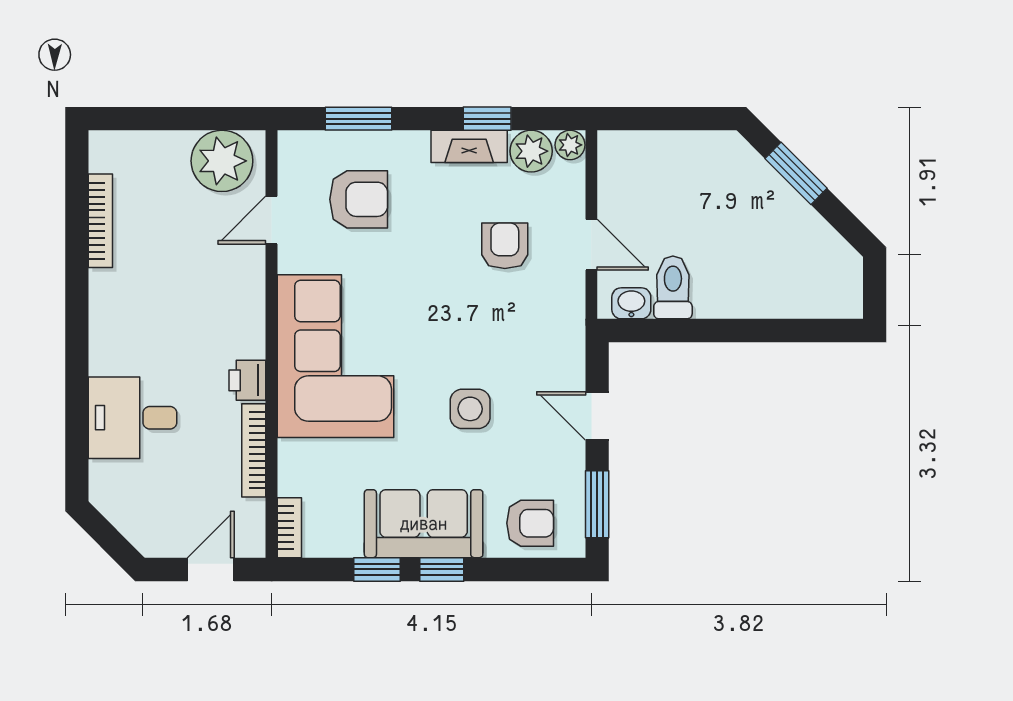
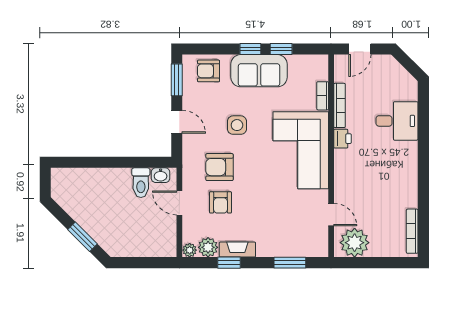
armchair: (359, 199) -> (220, 167), moved
door: (272, 220) -> (331, 215), hinge flipped
bookcase: (100, 221) -> (412, 231), moved
bookcase: (289, 528) -> (323, 96), moved

